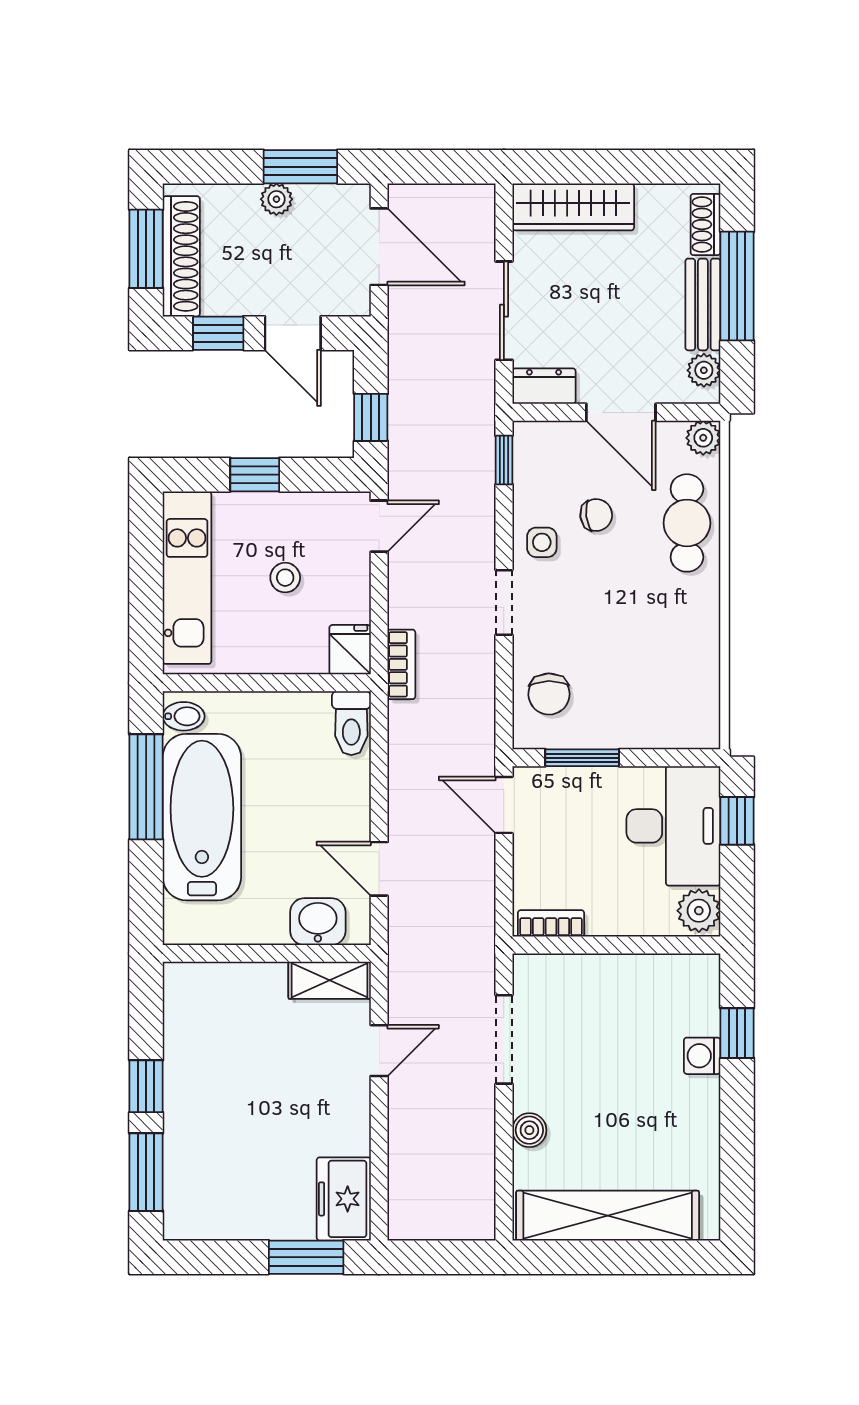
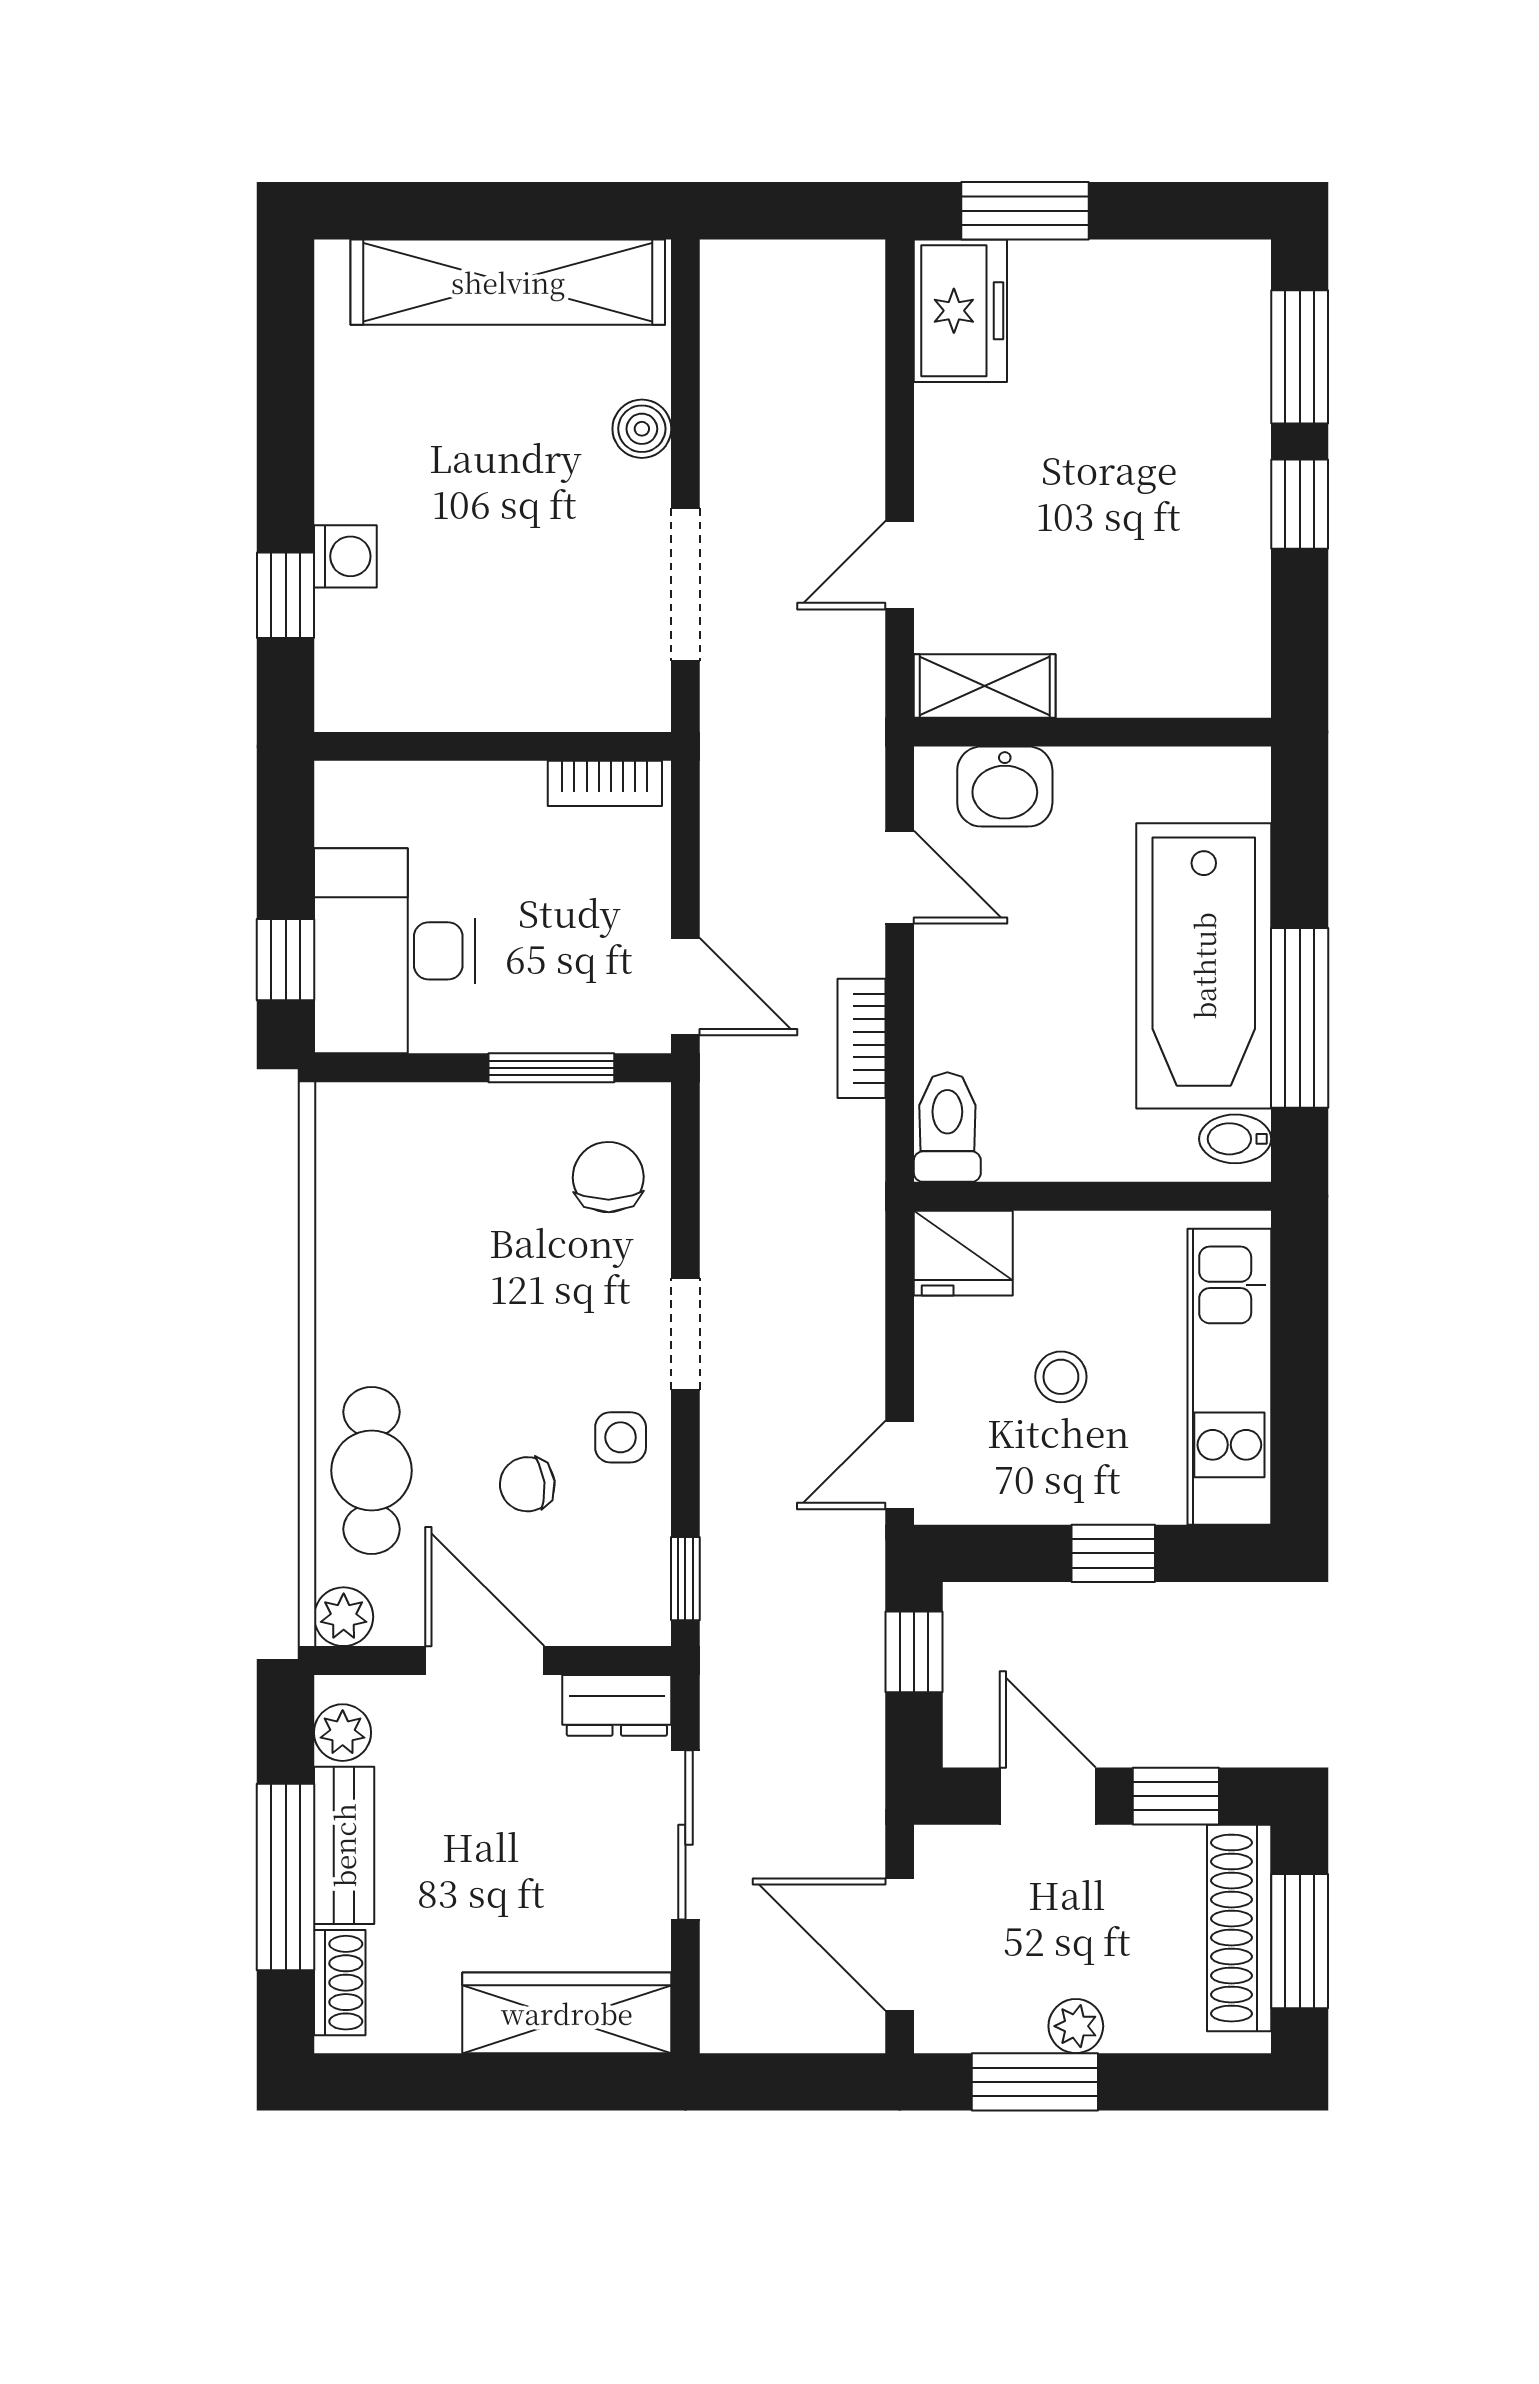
fridge: (350, 650) -> (963, 1253), width x1.38
bookcase: (401, 664) -> (862, 1038), moved
plant: (699, 911) -> (351, 805), removed

